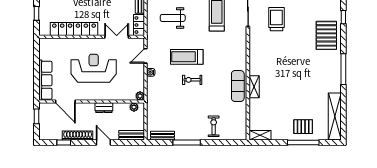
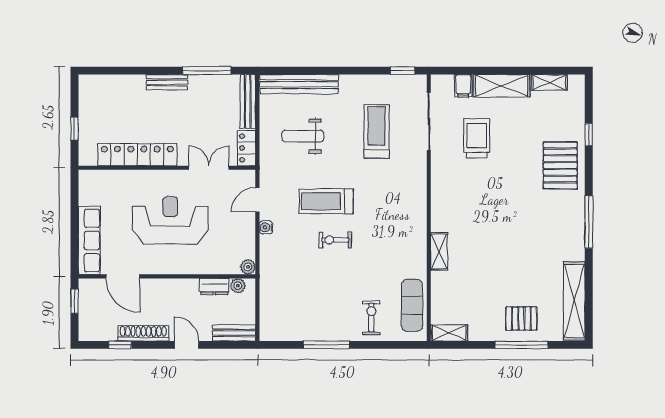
exercise mat: (238, 86) -> (412, 305), moved
dresser: (104, 108) -> (214, 287), moved
bench: (163, 136) -> (286, 334), removed

